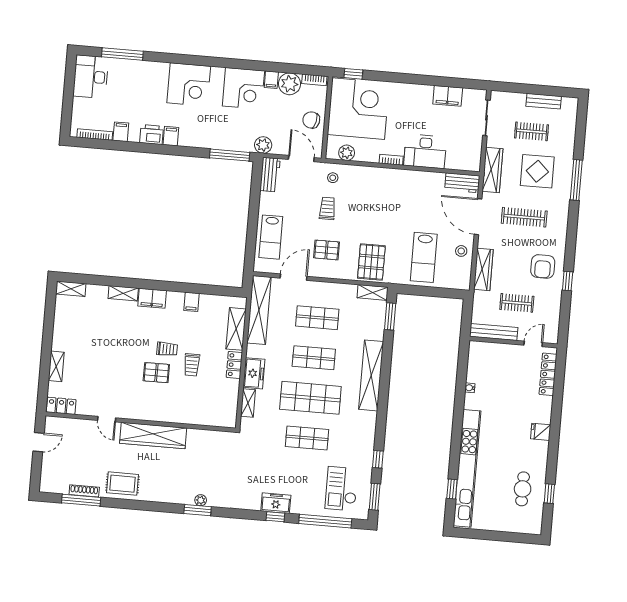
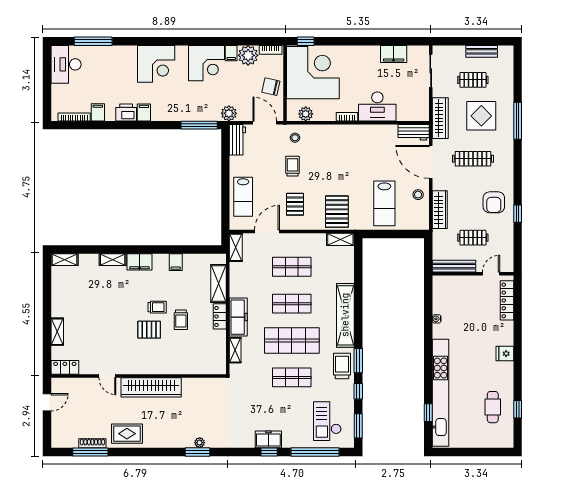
pallet: (327, 250) -> (295, 204), turned 90
shelving: (259, 310) -> (236, 247), width x0.45, depth x0.75
window: (390, 316) -> (358, 361), moved
freezer: (254, 373) -> (238, 317), width x1.40
trolley: (363, 430) -> (342, 366), added

